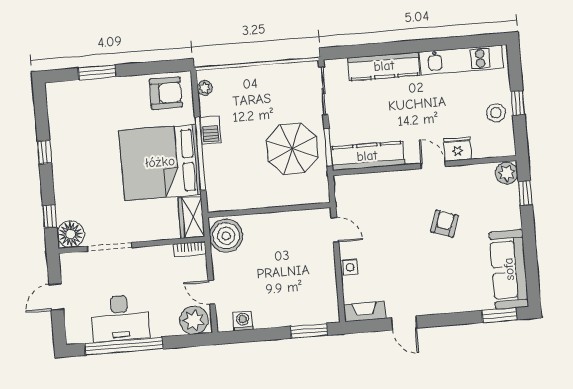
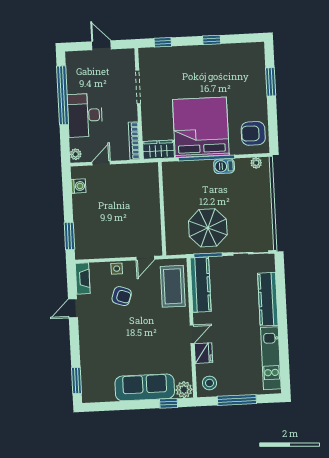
armchair: (166, 93) -> (253, 133), turned 90
window: (518, 103) -> (237, 400), width x2.17
stool: (496, 113) -> (209, 383), moved
coffee table: (371, 193) -> (173, 286), added
armchair: (444, 224) -> (122, 296), moved
floor lamp: (71, 234) -> (149, 58), removed
boiler: (226, 236) -> (144, 175), removed
bookcase: (190, 249) -> (134, 141), width x1.56
sofa: (509, 269) -> (145, 387), moved
desk: (120, 318) -> (85, 115), moved
plant: (194, 320) -> (76, 154), width x0.53, depth x0.53

